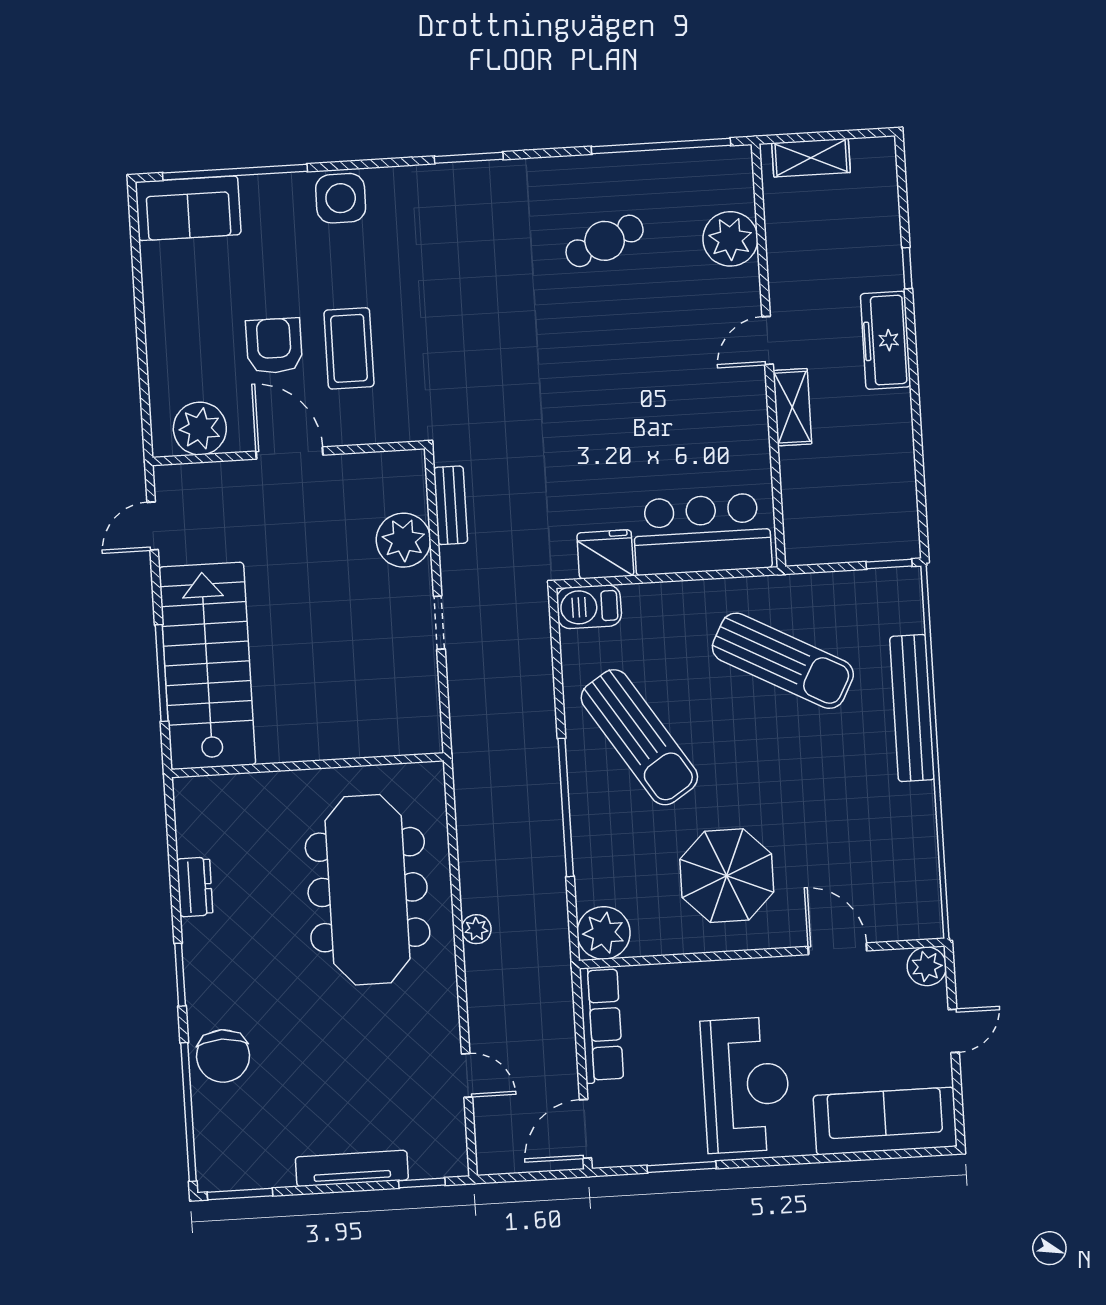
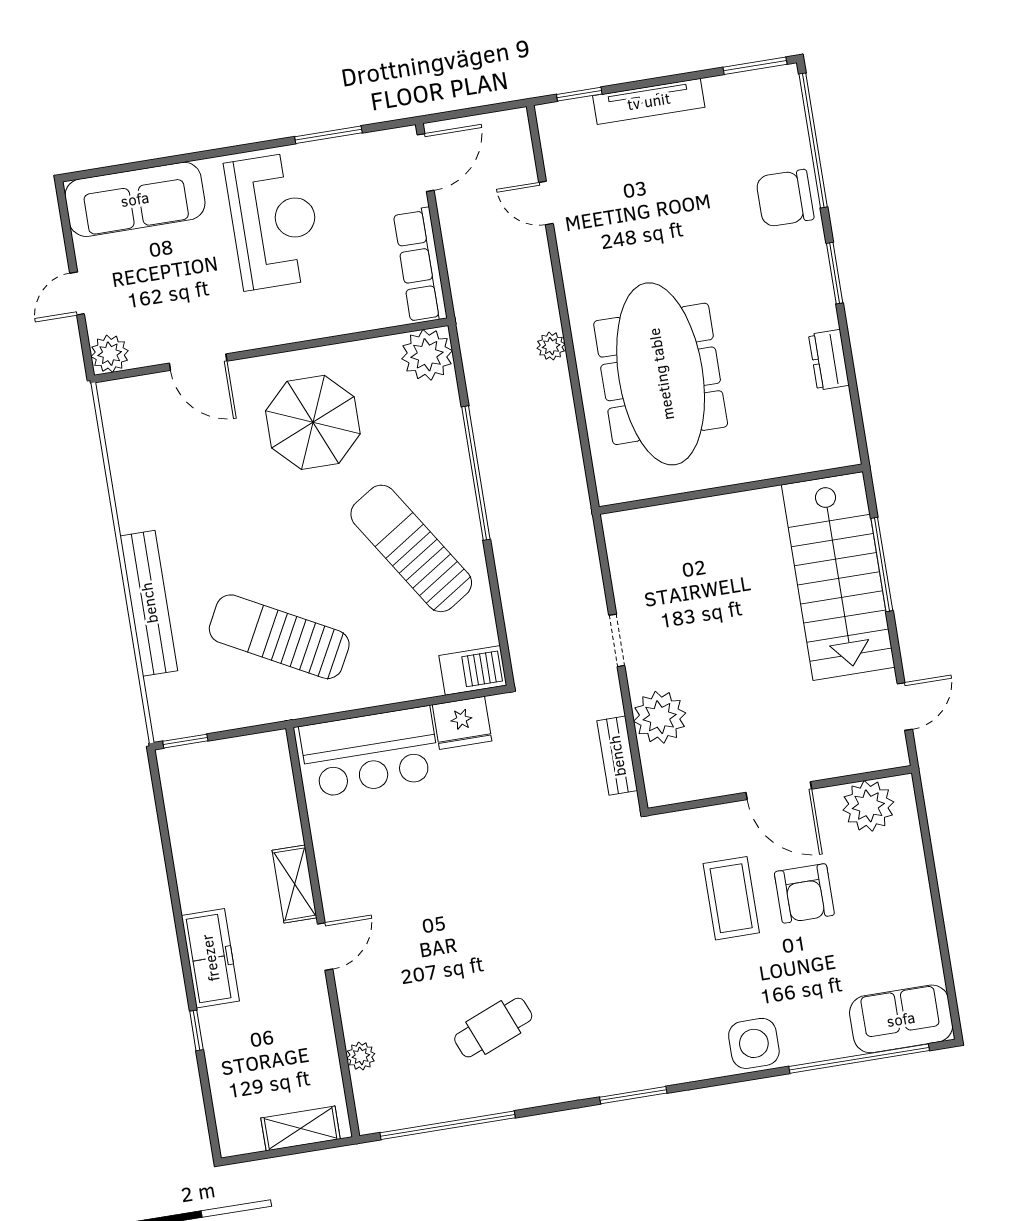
plant: (730, 239) -> (361, 1056), width x0.53, depth x0.53
chair: (223, 1056) -> (785, 198), turned -90
reception desk: (746, 1085) -> (274, 221), turned 180

